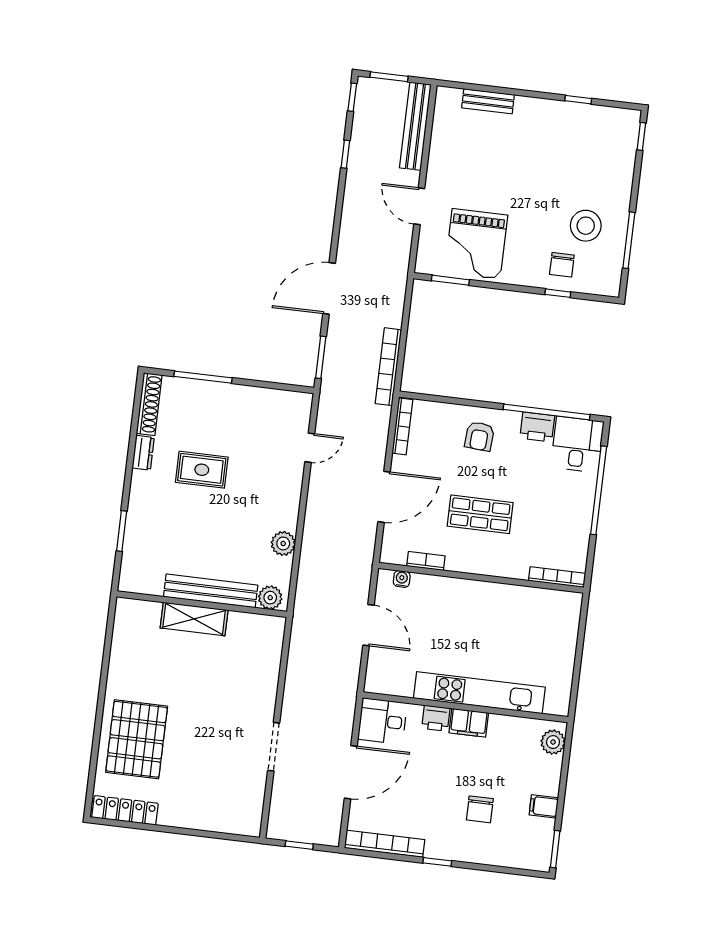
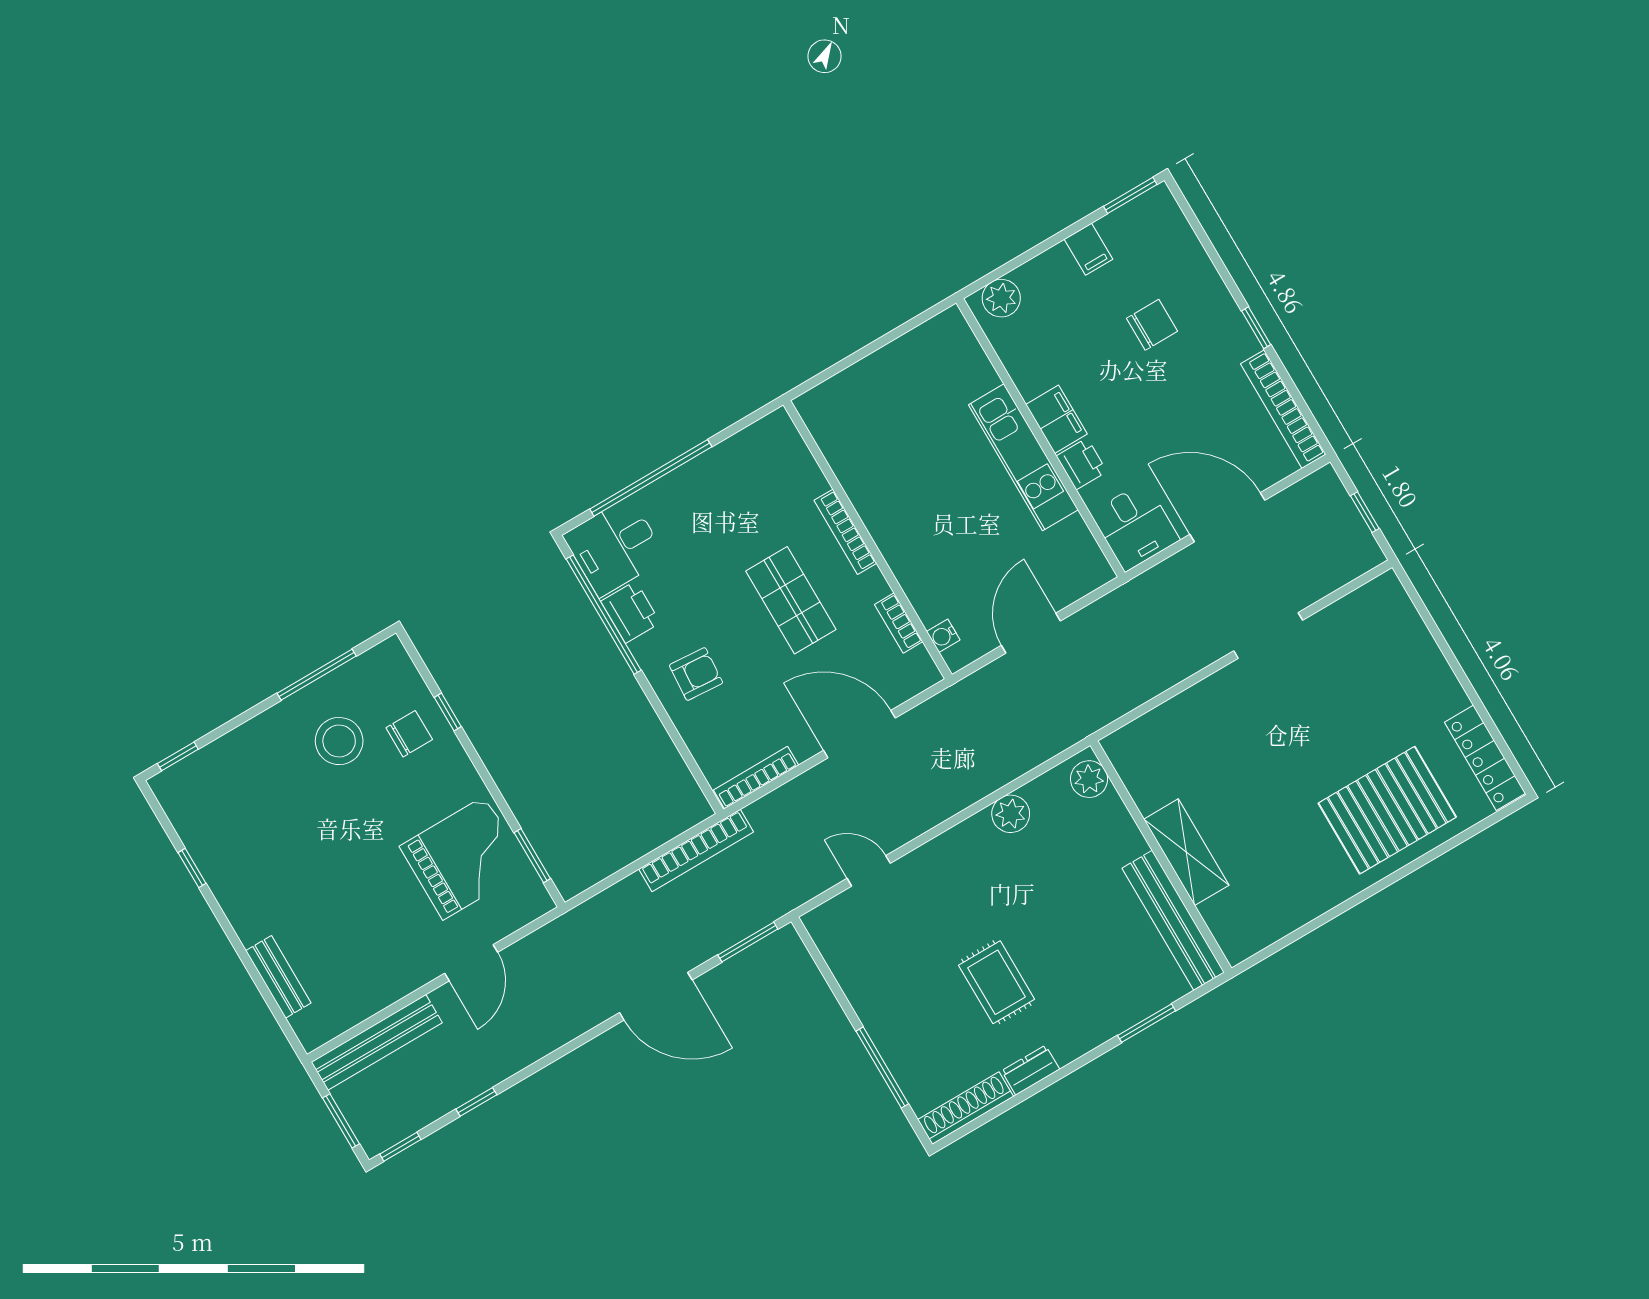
bookcase: (557, 577) -> (845, 532), moved
bench: (211, 591) -> (1173, 920), moved
kitchen unit: (479, 693) -> (1023, 457), width x0.73

